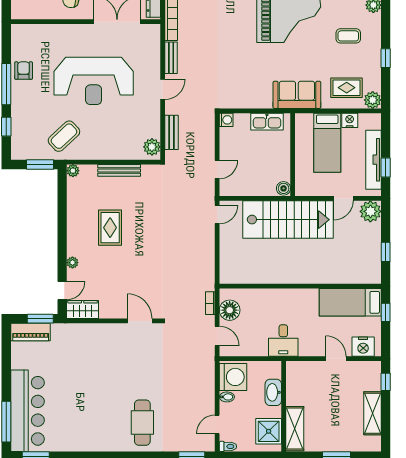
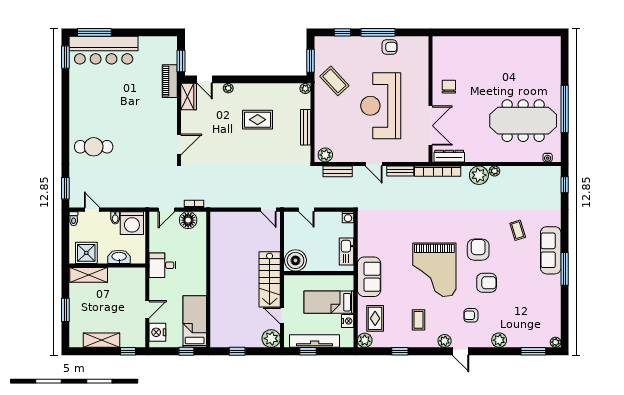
boiler: (284, 188) -> (295, 260), width x1.86, depth x1.86
stairs: (288, 220) -> (270, 279), width x0.73, depth x0.66
piano: (31, 332) -> (170, 81), moved

